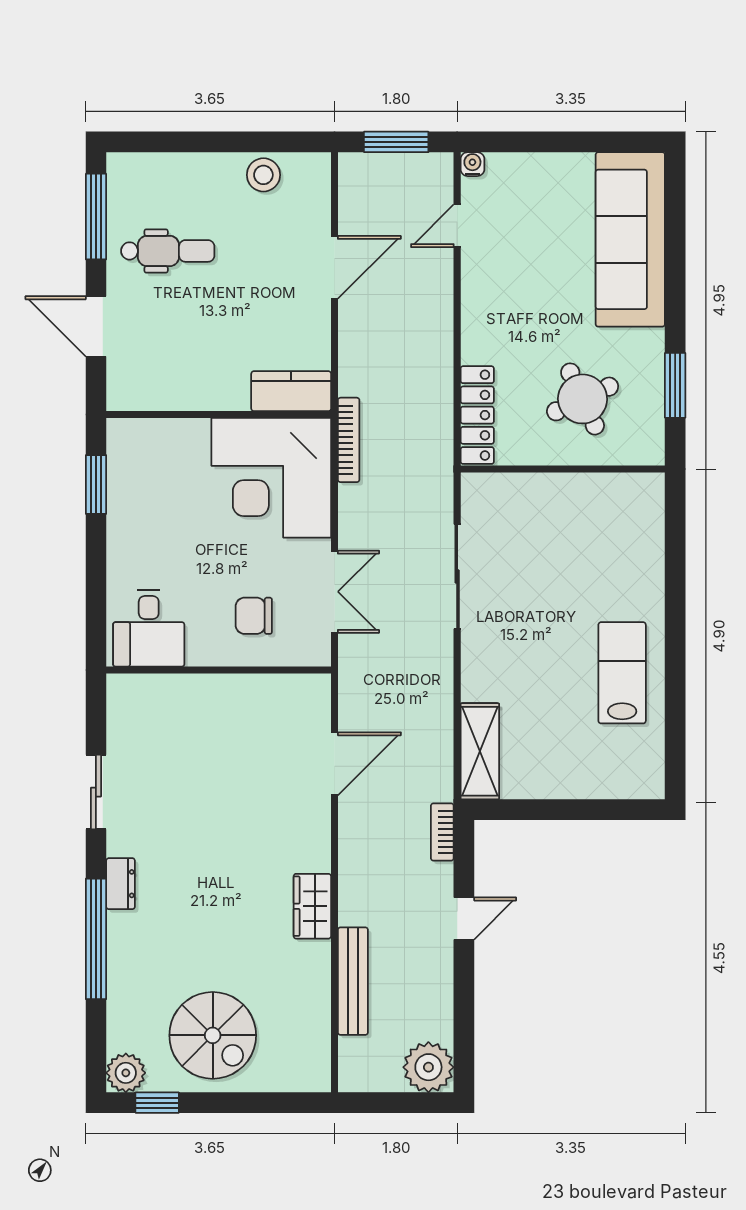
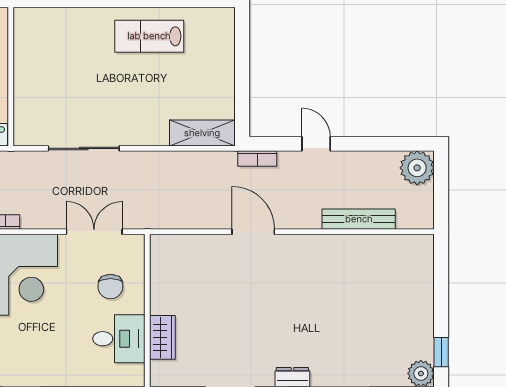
desk: (149, 628) -> (119, 339), moved
door: (334, 764) -> (253, 232), moved
wardrobe: (312, 906) -> (162, 337), moved, turned -90
spiral stairs: (213, 1035) -> (395, 314), removed

